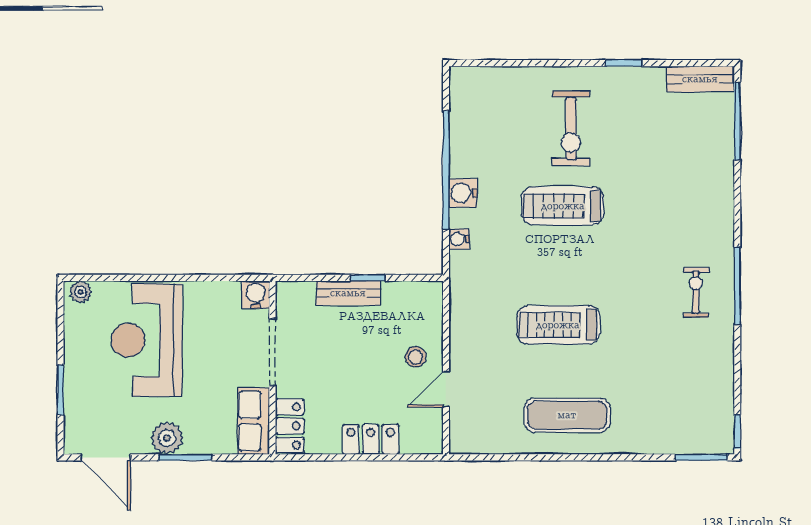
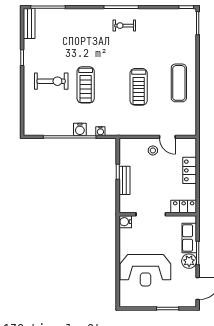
plant: (81, 292) -> (124, 300), removed
row of seats: (254, 421) -> (189, 238), moved, turned 90

